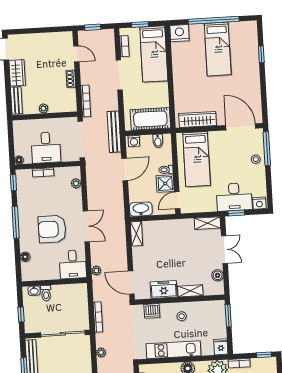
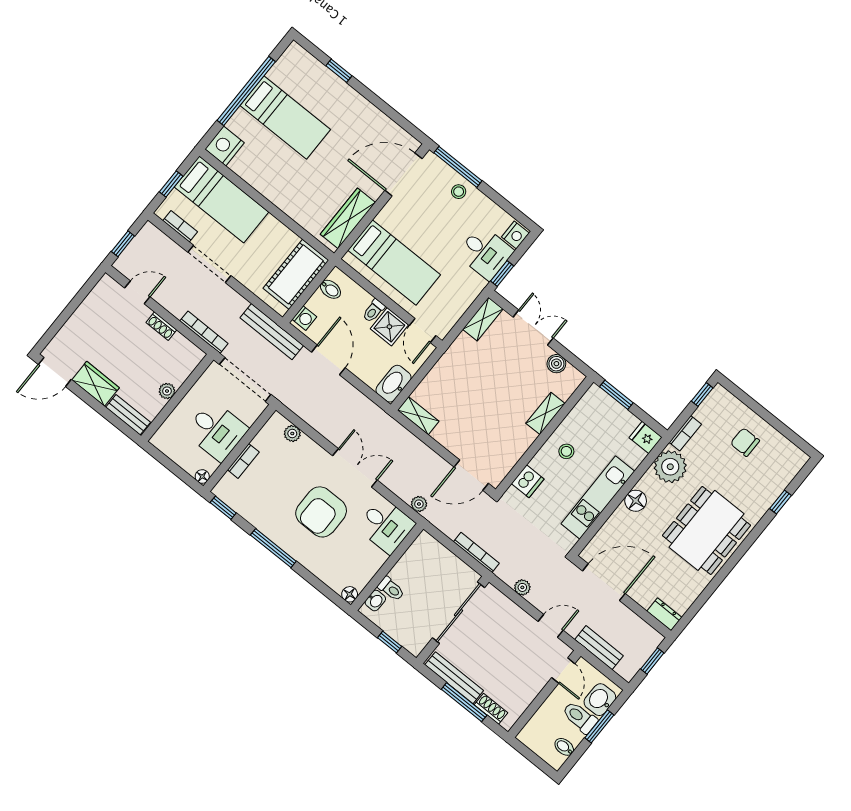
desk: (234, 197) -> (485, 253), width x0.73
floor lamp: (25, 257) -> (350, 594), moved
freezer: (164, 290) -> (515, 444), removed

